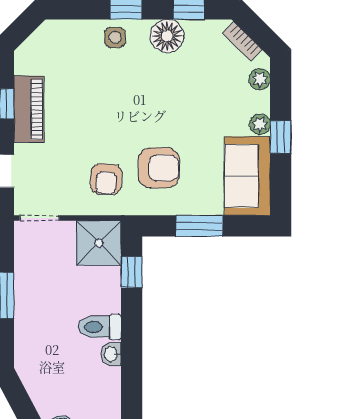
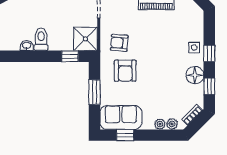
plant: (260, 124) -> (160, 124), moved
window: (281, 137) -> (125, 135), moved

